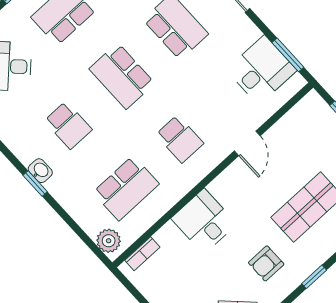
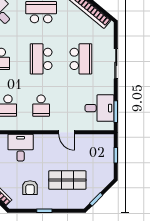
door: (247, 143) -> (67, 132), hinge flipped
armchair: (266, 263) -> (30, 188), turned -90

